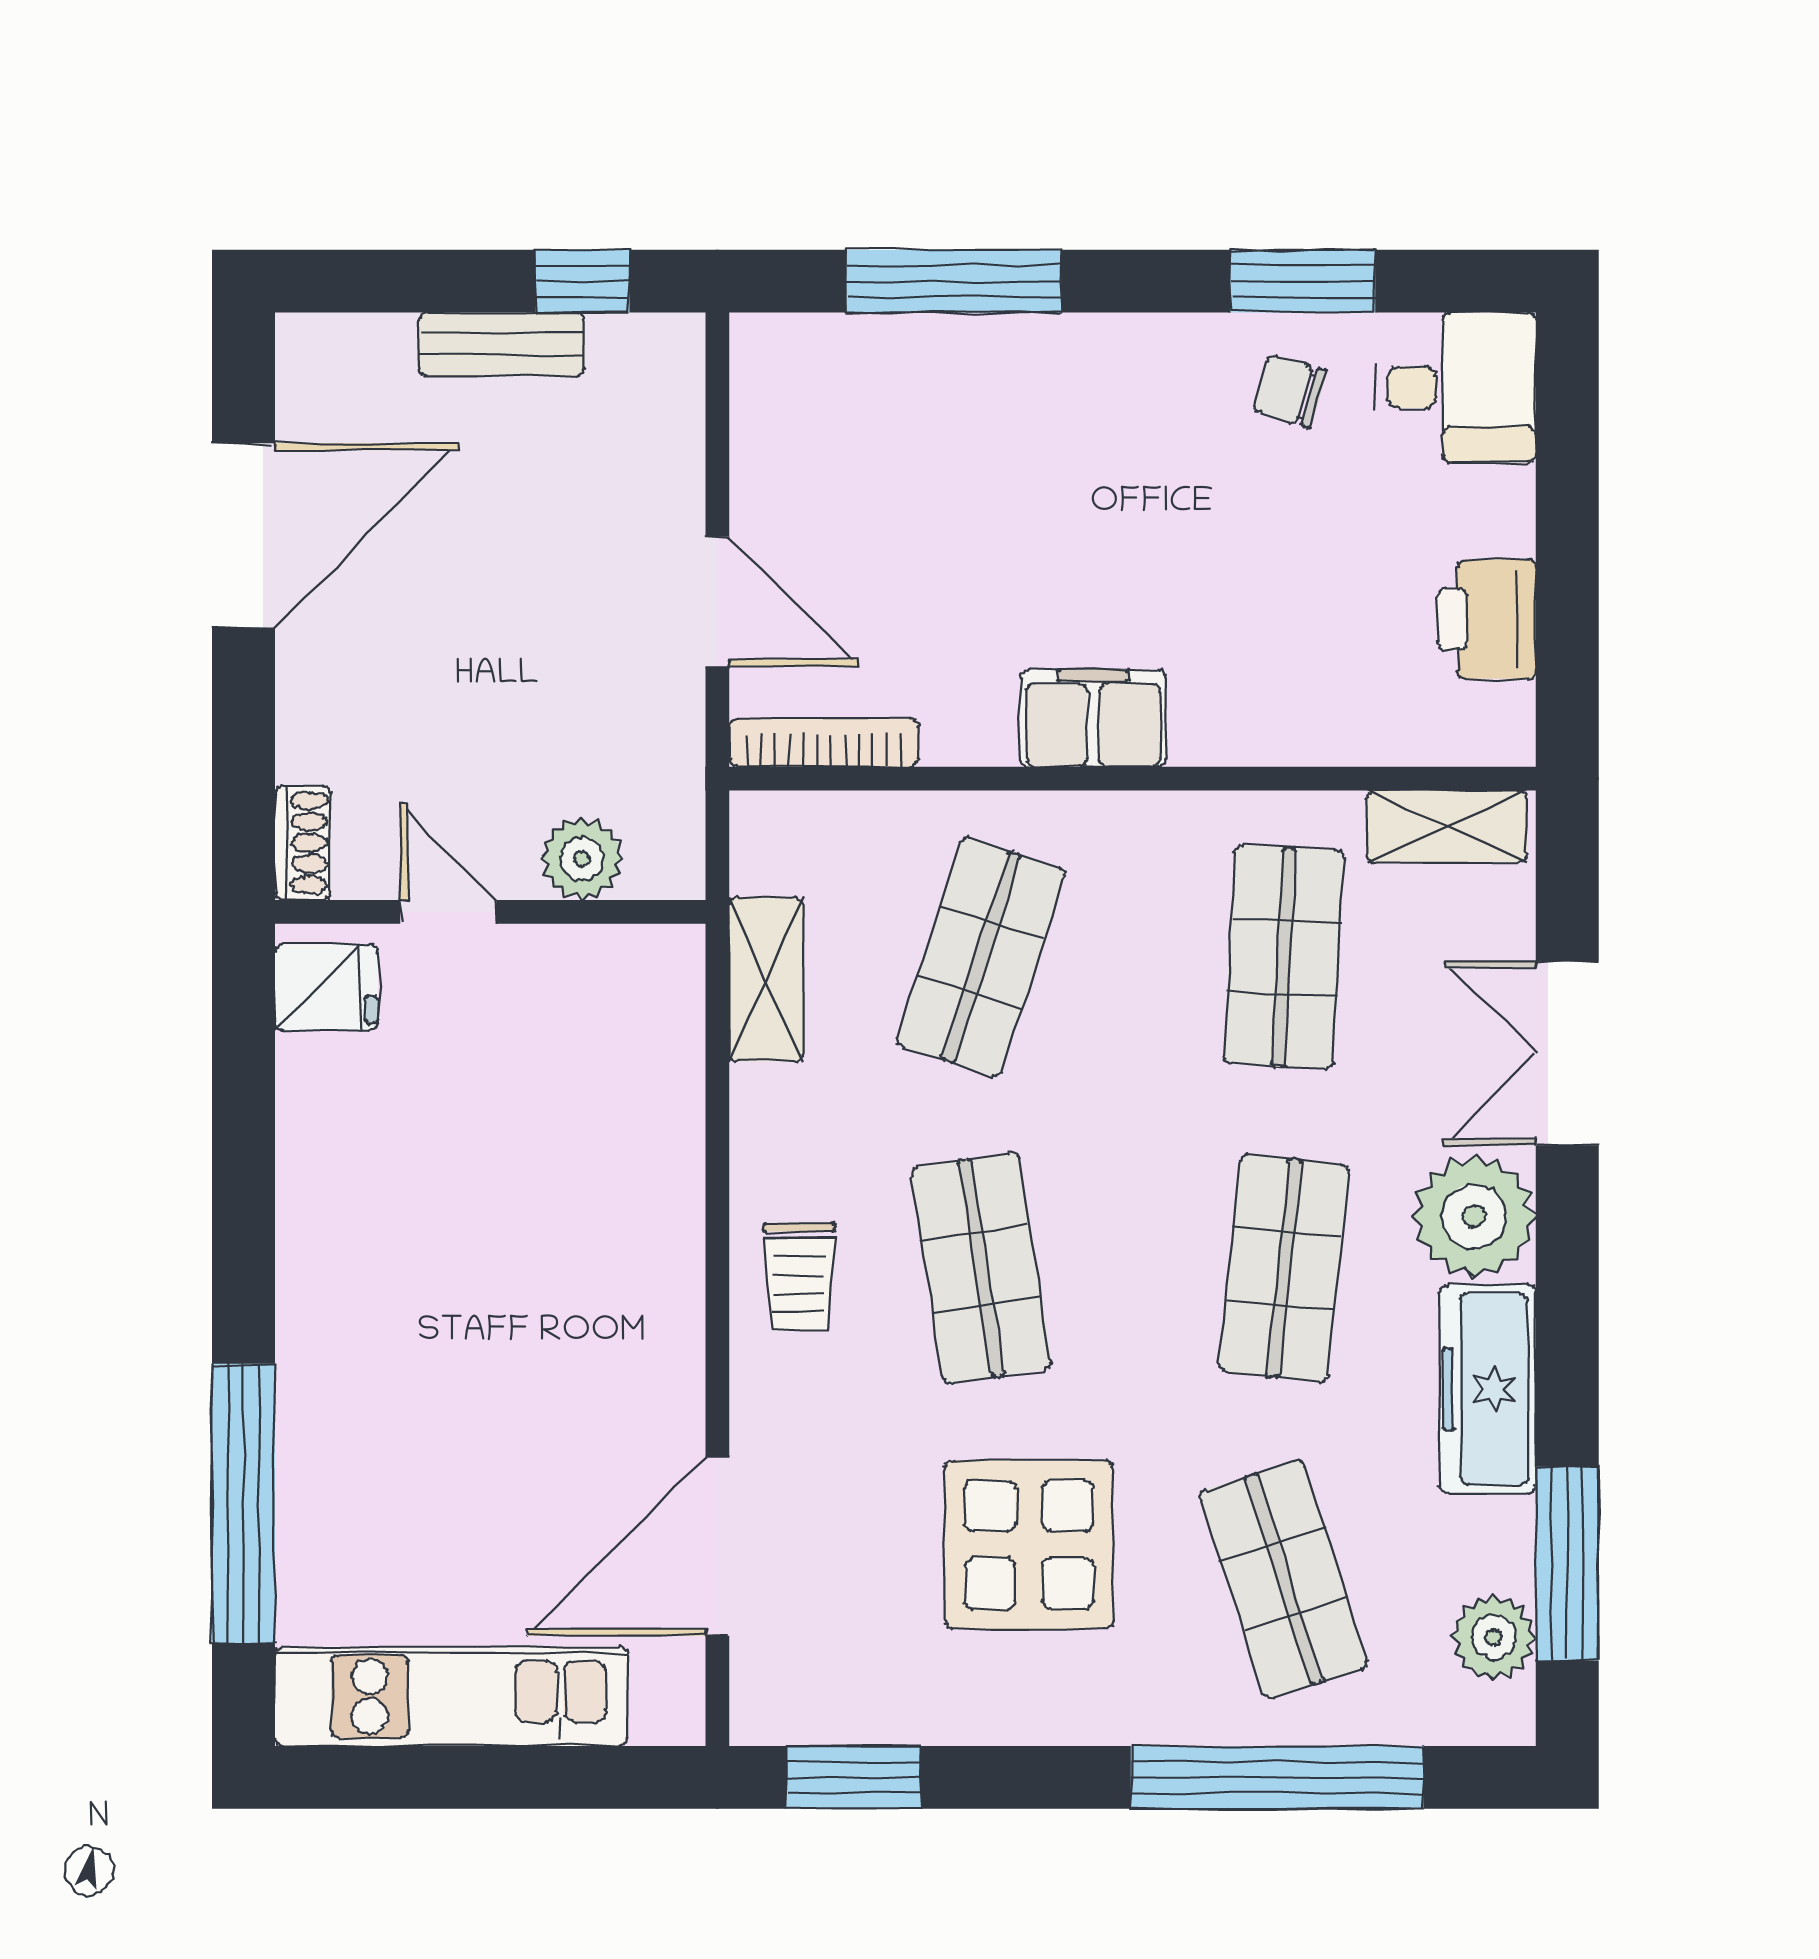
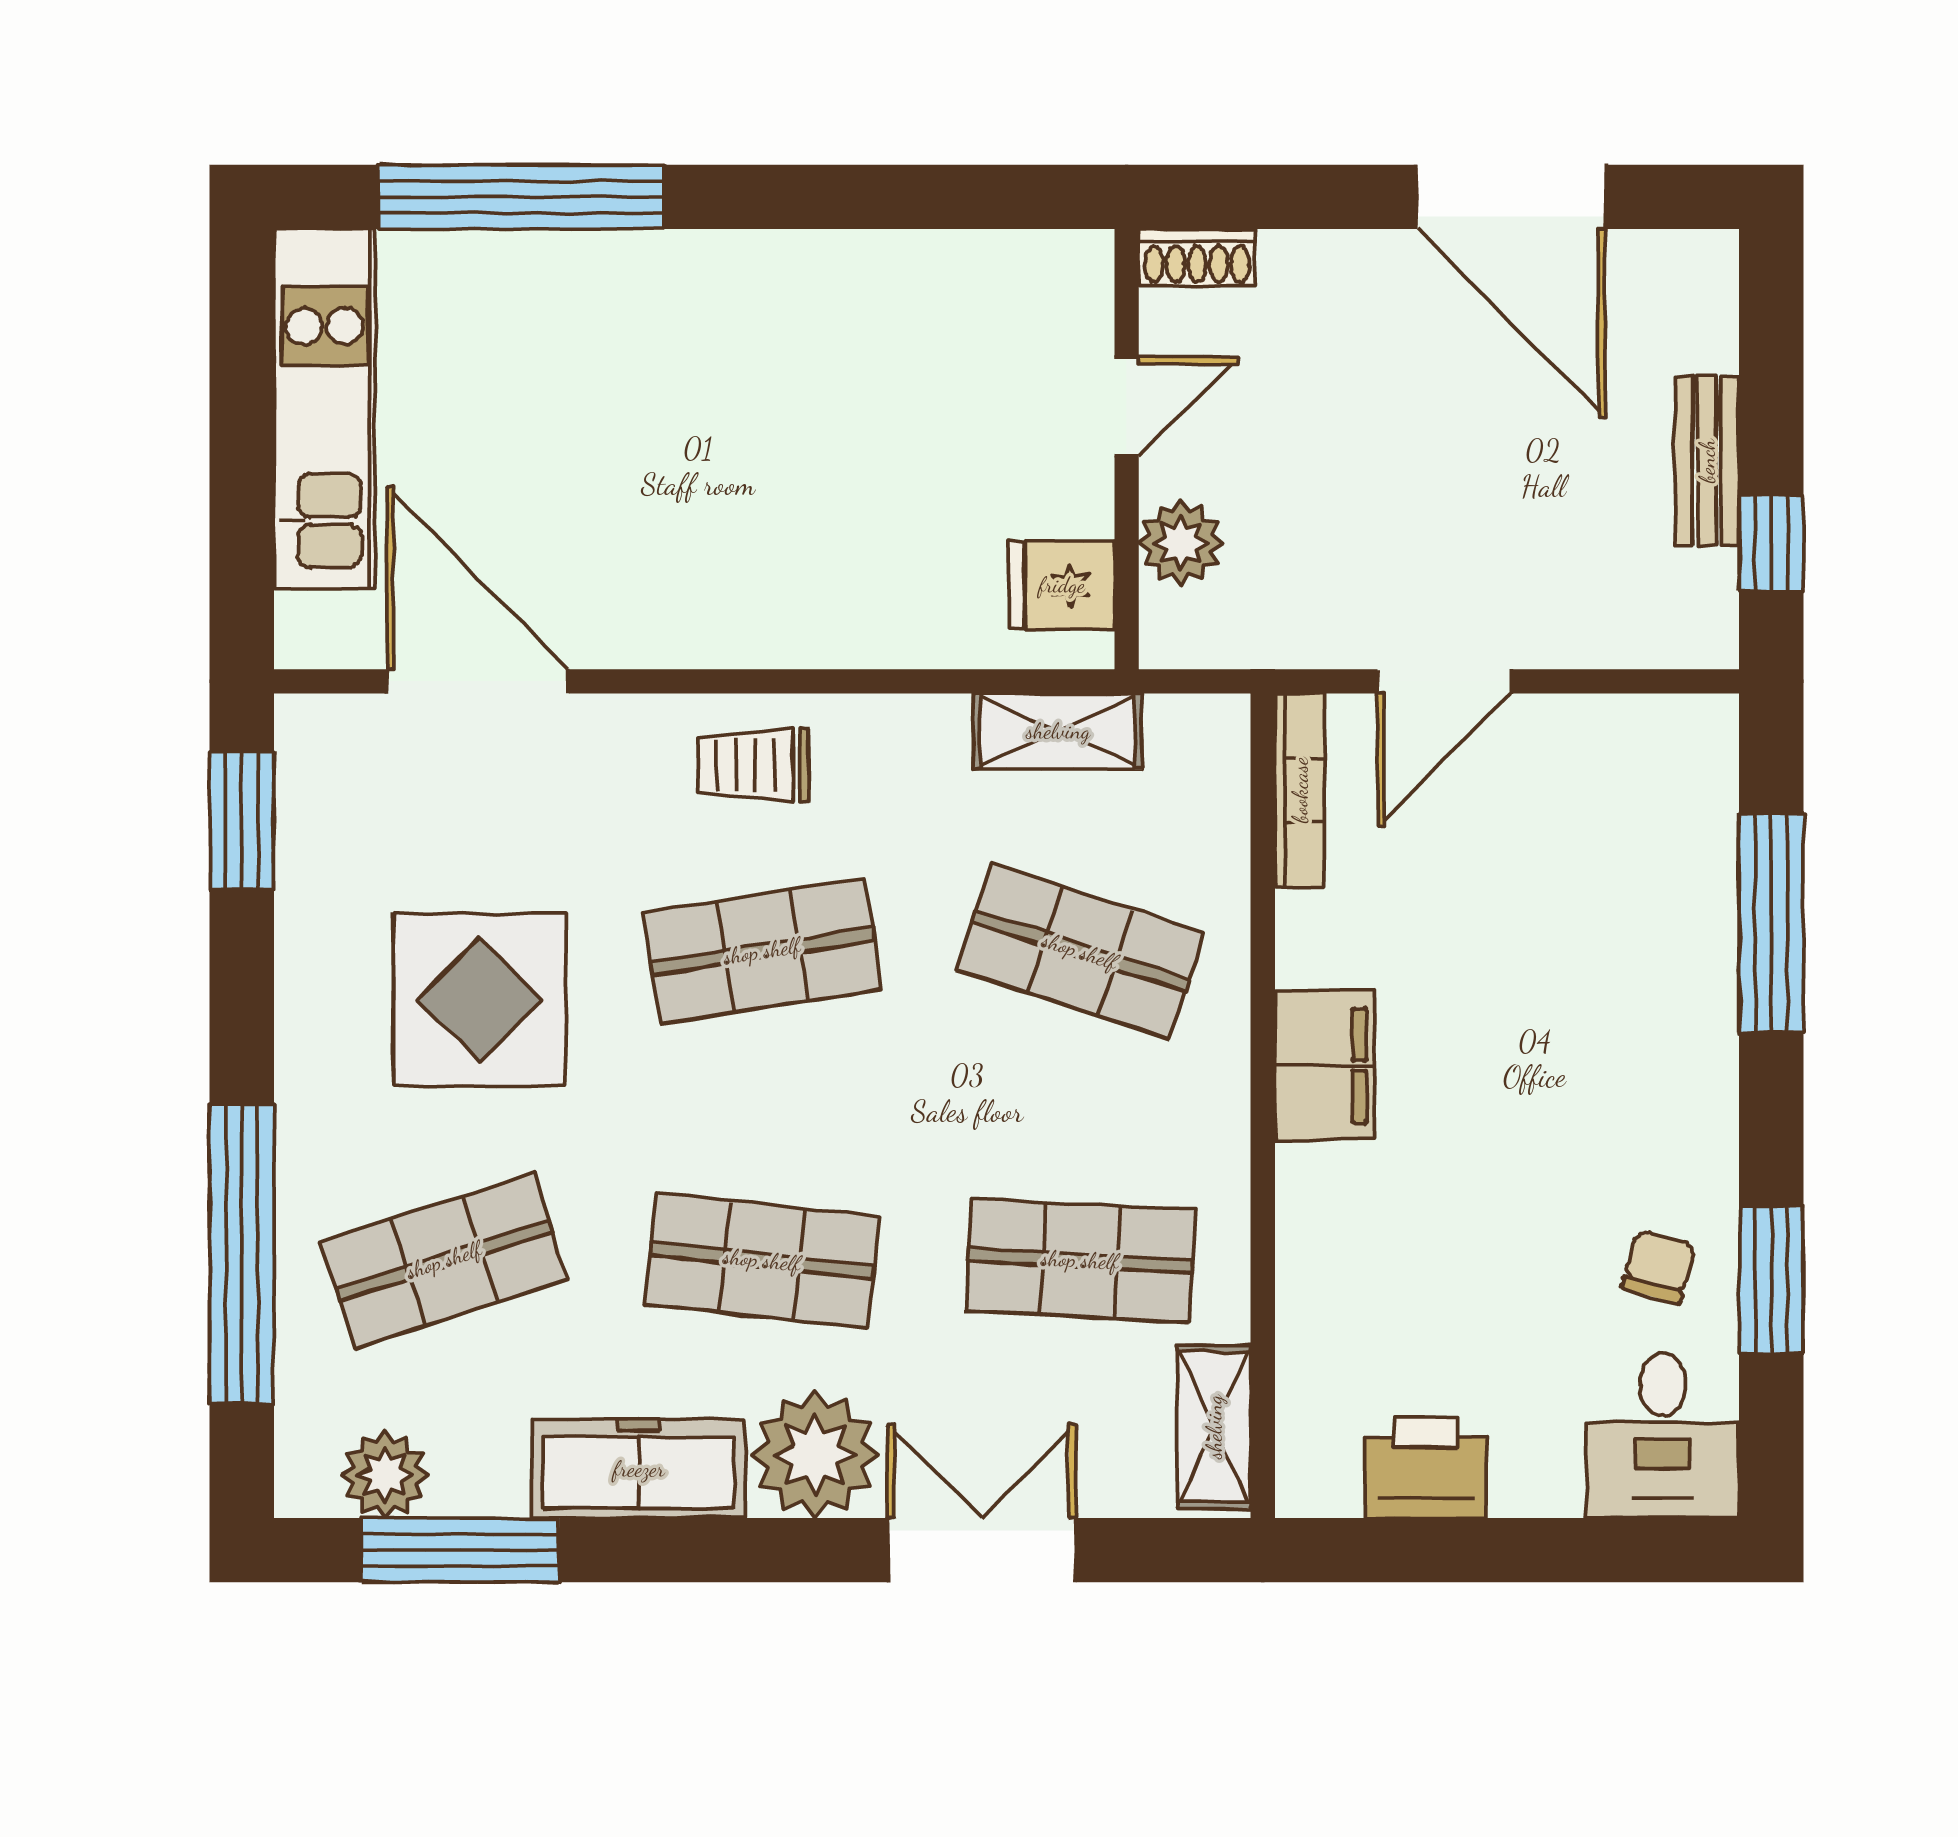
fridge: (326, 987) -> (1062, 585), moved, turned 90

